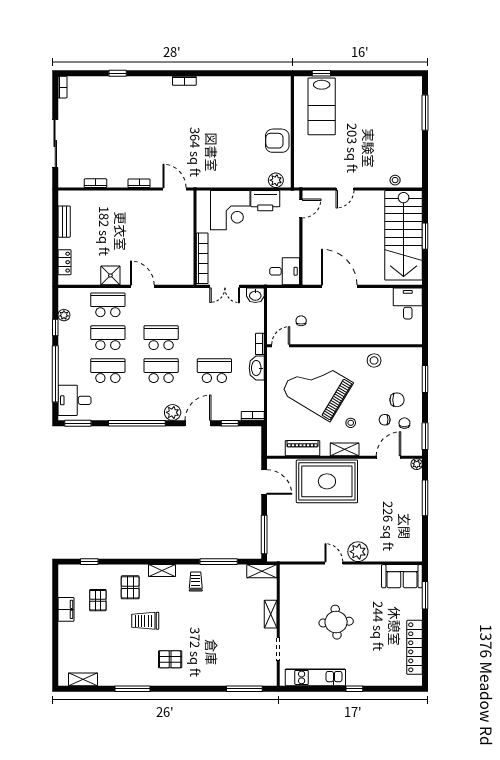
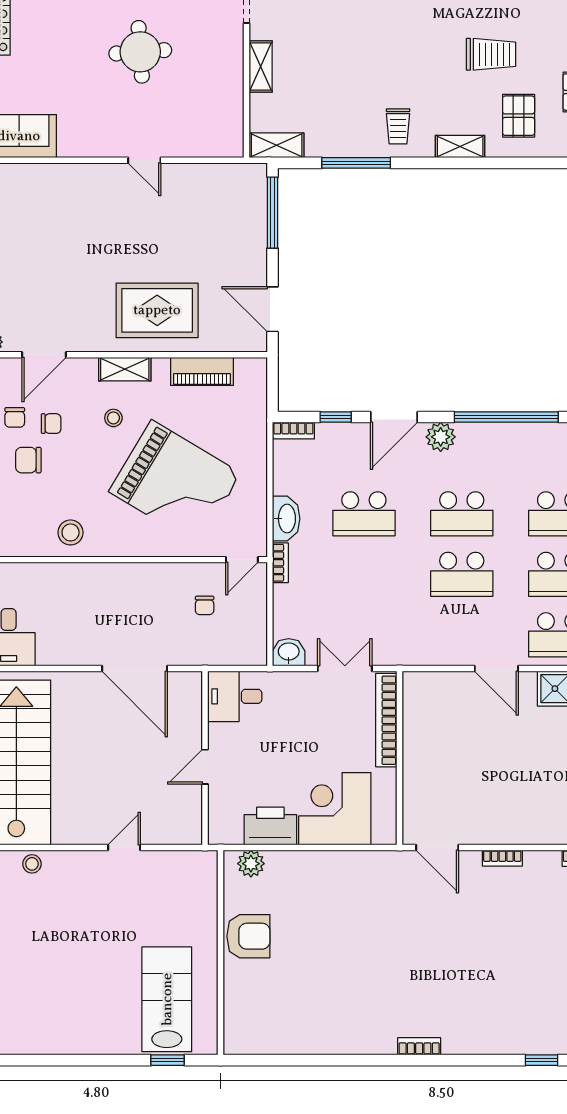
door: (301, 208) -> (205, 767), moved
rug: (327, 481) -> (157, 310), width x0.73, depth x0.69
plant: (358, 552) -> (100, 181), removed

